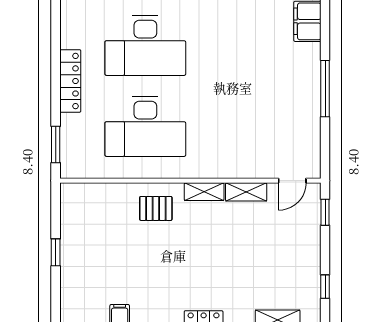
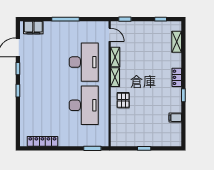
desk: (145, 45) -> (84, 62), moved
locker: (70, 81) -> (42, 141), moved

